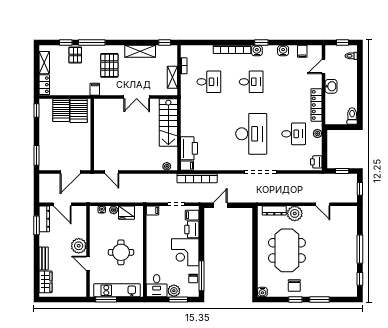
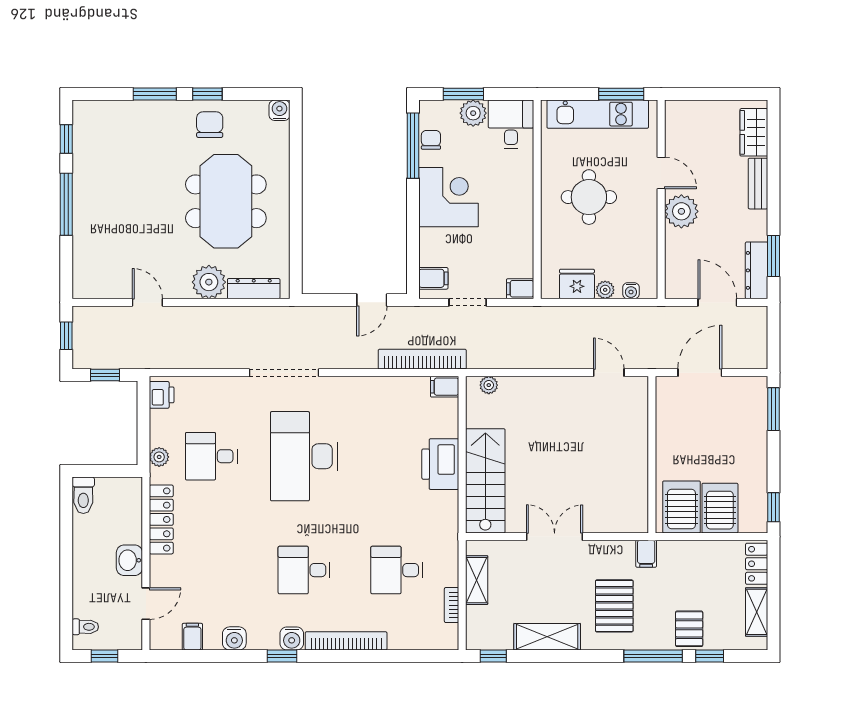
printer: (189, 148) -> (440, 464), moved
printer: (192, 229) -> (434, 247), removed

